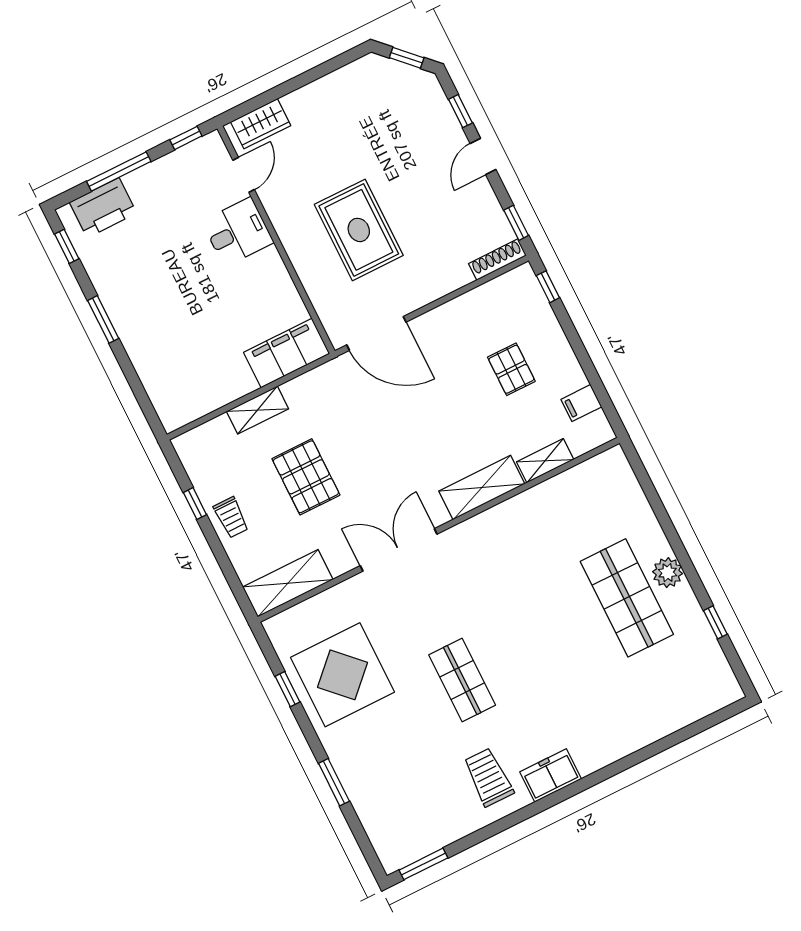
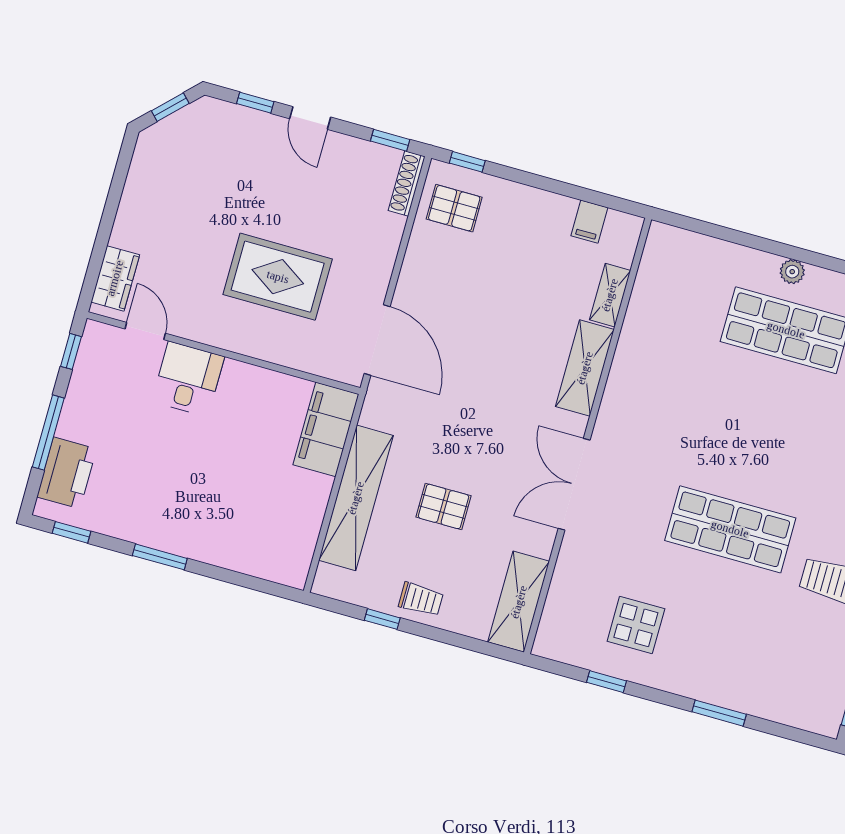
door: (376, 333) -> (377, 340), hinge flipped
pallet: (511, 369) -> (454, 208), moved
shelving: (257, 410) -> (356, 498), width x2.20, depth x1.33
pallet: (306, 477) -> (444, 506), width x0.67, depth x0.71
plant: (668, 573) -> (792, 272), width x0.73, depth x0.73
display table: (343, 675) -> (636, 625), width x0.54, depth x0.54
shop shelf: (462, 680) -> (730, 529), width x1.43, depth x1.36

